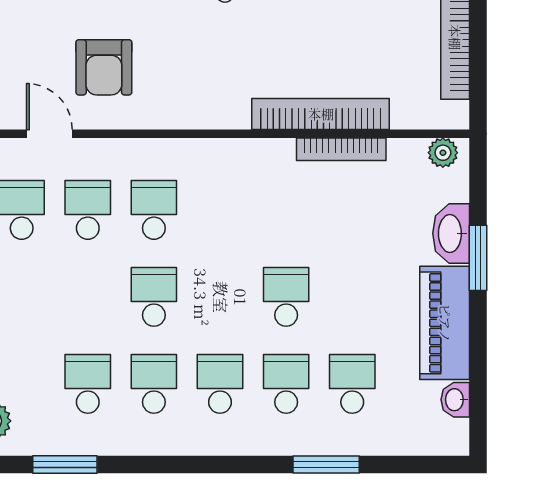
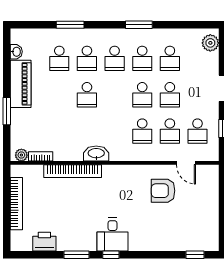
armchair: (104, 67) -> (163, 191), turned -90
bookcase: (341, 149) -> (41, 156), moved, width x0.64
washbasin: (451, 233) -> (96, 154), moved, turned -90
school desk: (88, 297) -> (170, 95), added
window: (65, 465) -> (139, 25), moved

